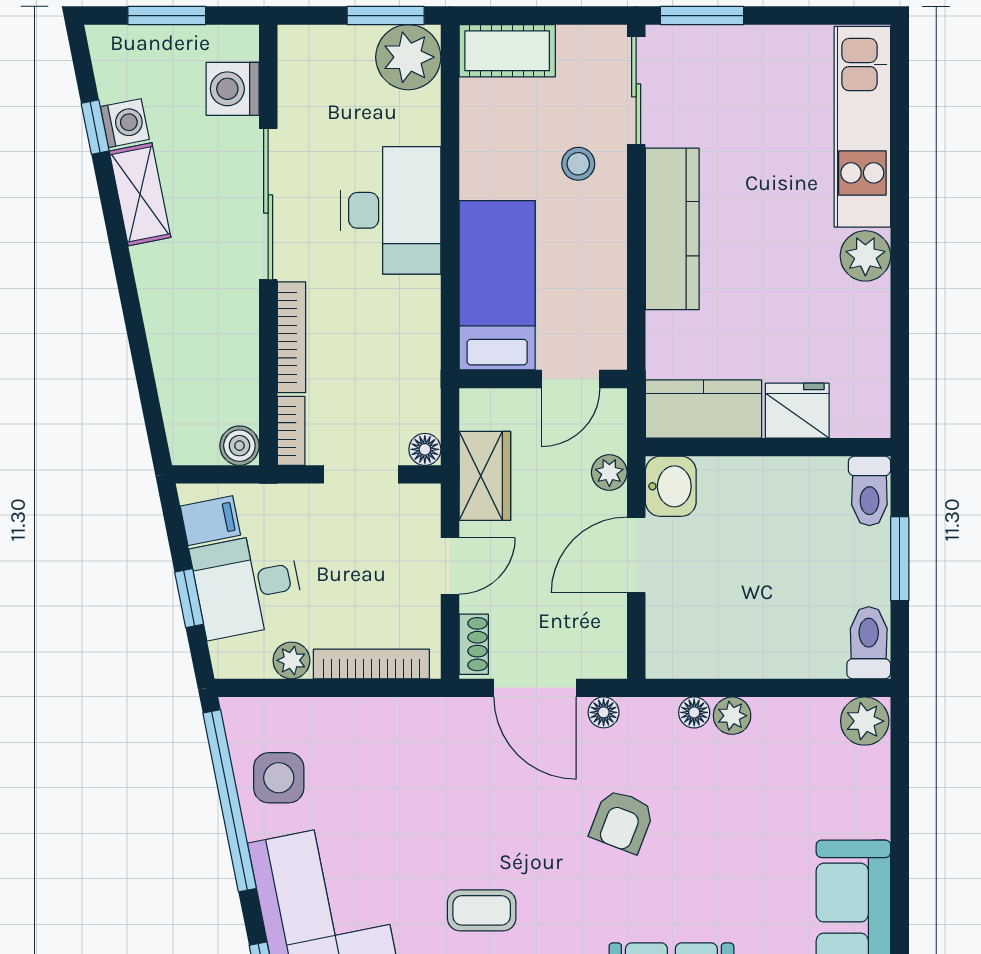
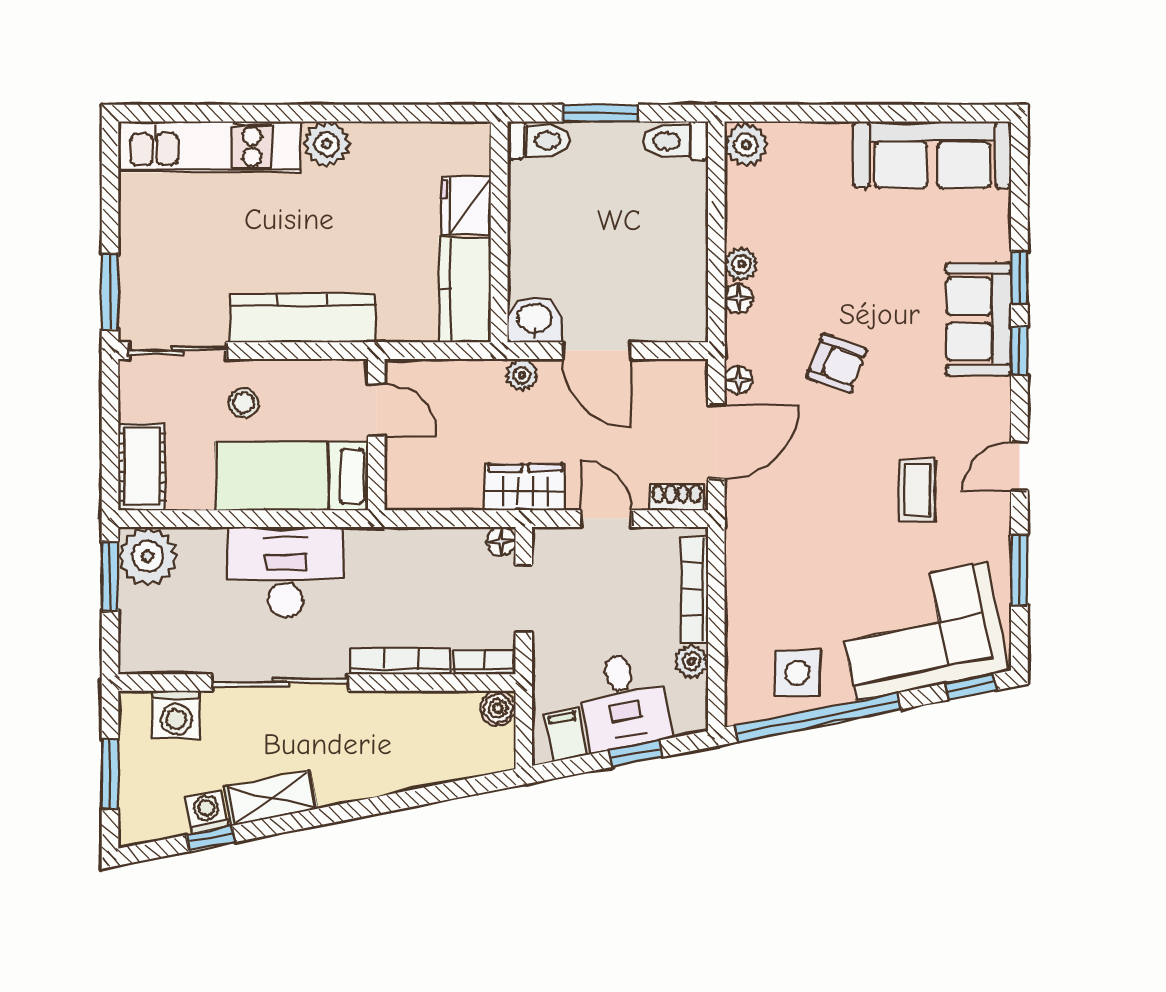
bed: (497, 285) -> (292, 476), moved
wall: (543, 379) -> (376, 435), moved
door: (571, 379) -> (376, 410), moved

